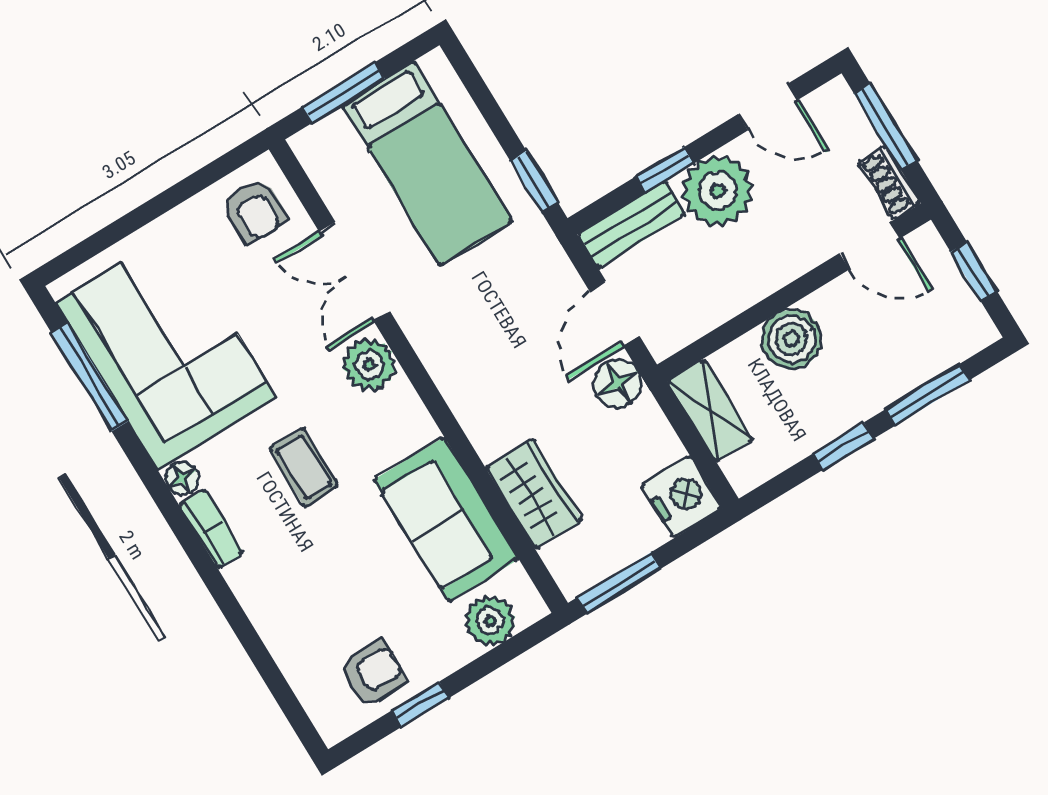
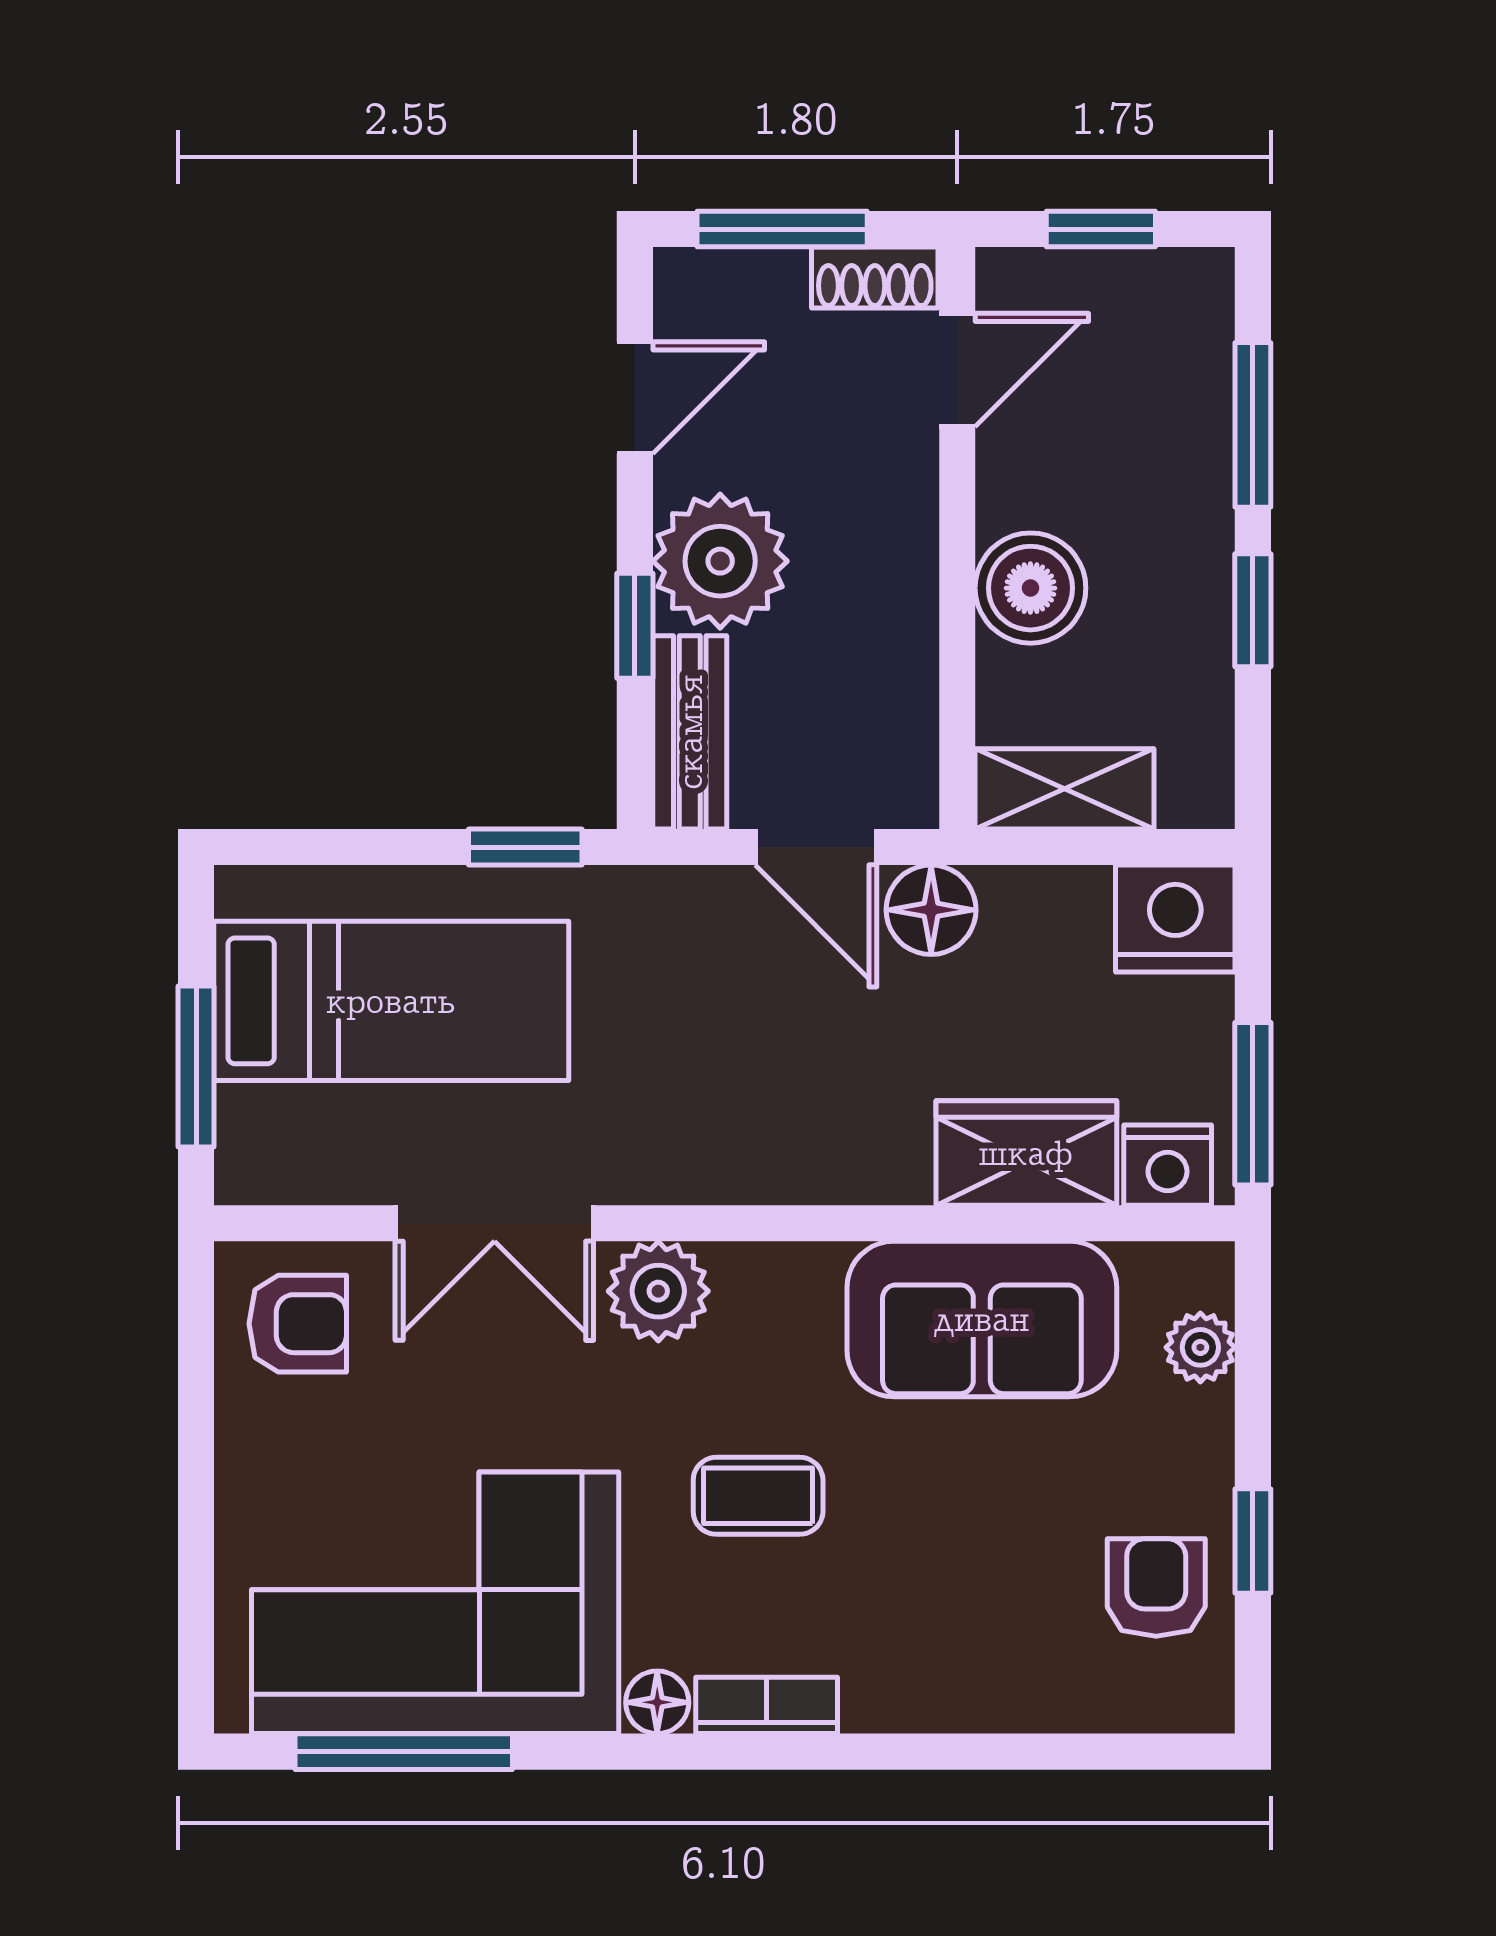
nightstand: (568, 561) -> (1168, 1165), added
plant: (490, 621) -> (1200, 1347), width x0.73, depth x0.73

